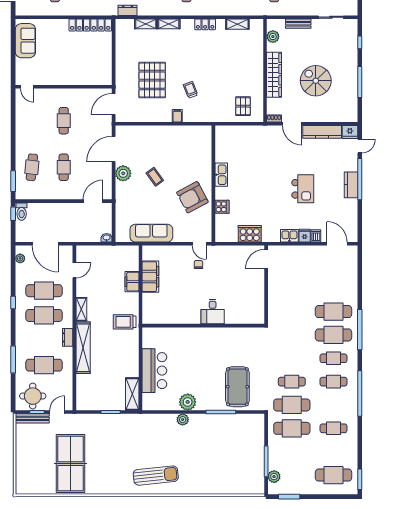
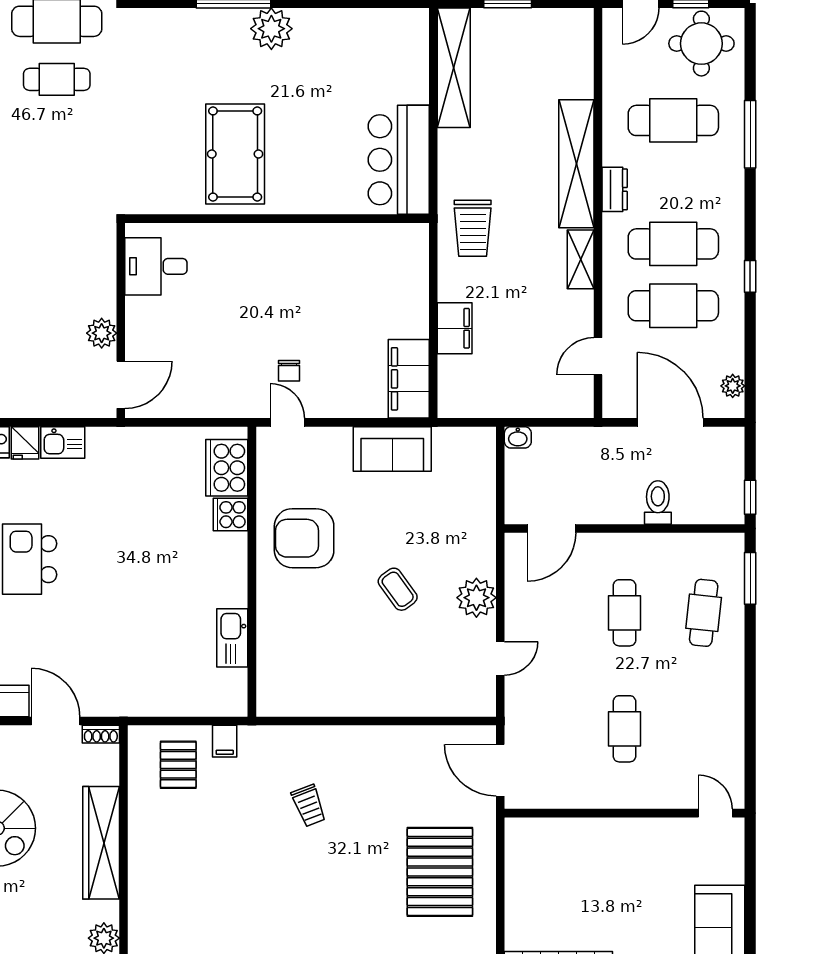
pallet: (152, 80) -> (440, 872), moved
door: (114, 104) -> (500, 770), swing flipped
filing cabinet: (177, 116) -> (225, 741), moved
door: (114, 149) -> (500, 658), width x0.53
kitchen sink: (221, 175) -> (232, 638), moved
armchair: (192, 197) -> (304, 538), turned -152
toilet: (22, 212) -> (658, 502), moved
sofa: (151, 233) -> (392, 449), width x0.73
cooker: (250, 234) -> (227, 468), moved, turned 90
filing cabinet: (150, 277) -> (409, 379), moved
plant: (274, 280) -> (102, 333), added
desk: (213, 311) -> (156, 266), moved, turned -90
trolley: (125, 322) -> (473, 228), turned 90
bar counter: (154, 371) -> (399, 160), moved
pool table: (237, 387) -> (235, 154), moved
shelving: (132, 394) -> (454, 68), width x1.47
plant: (188, 402) -> (271, 29), moved

